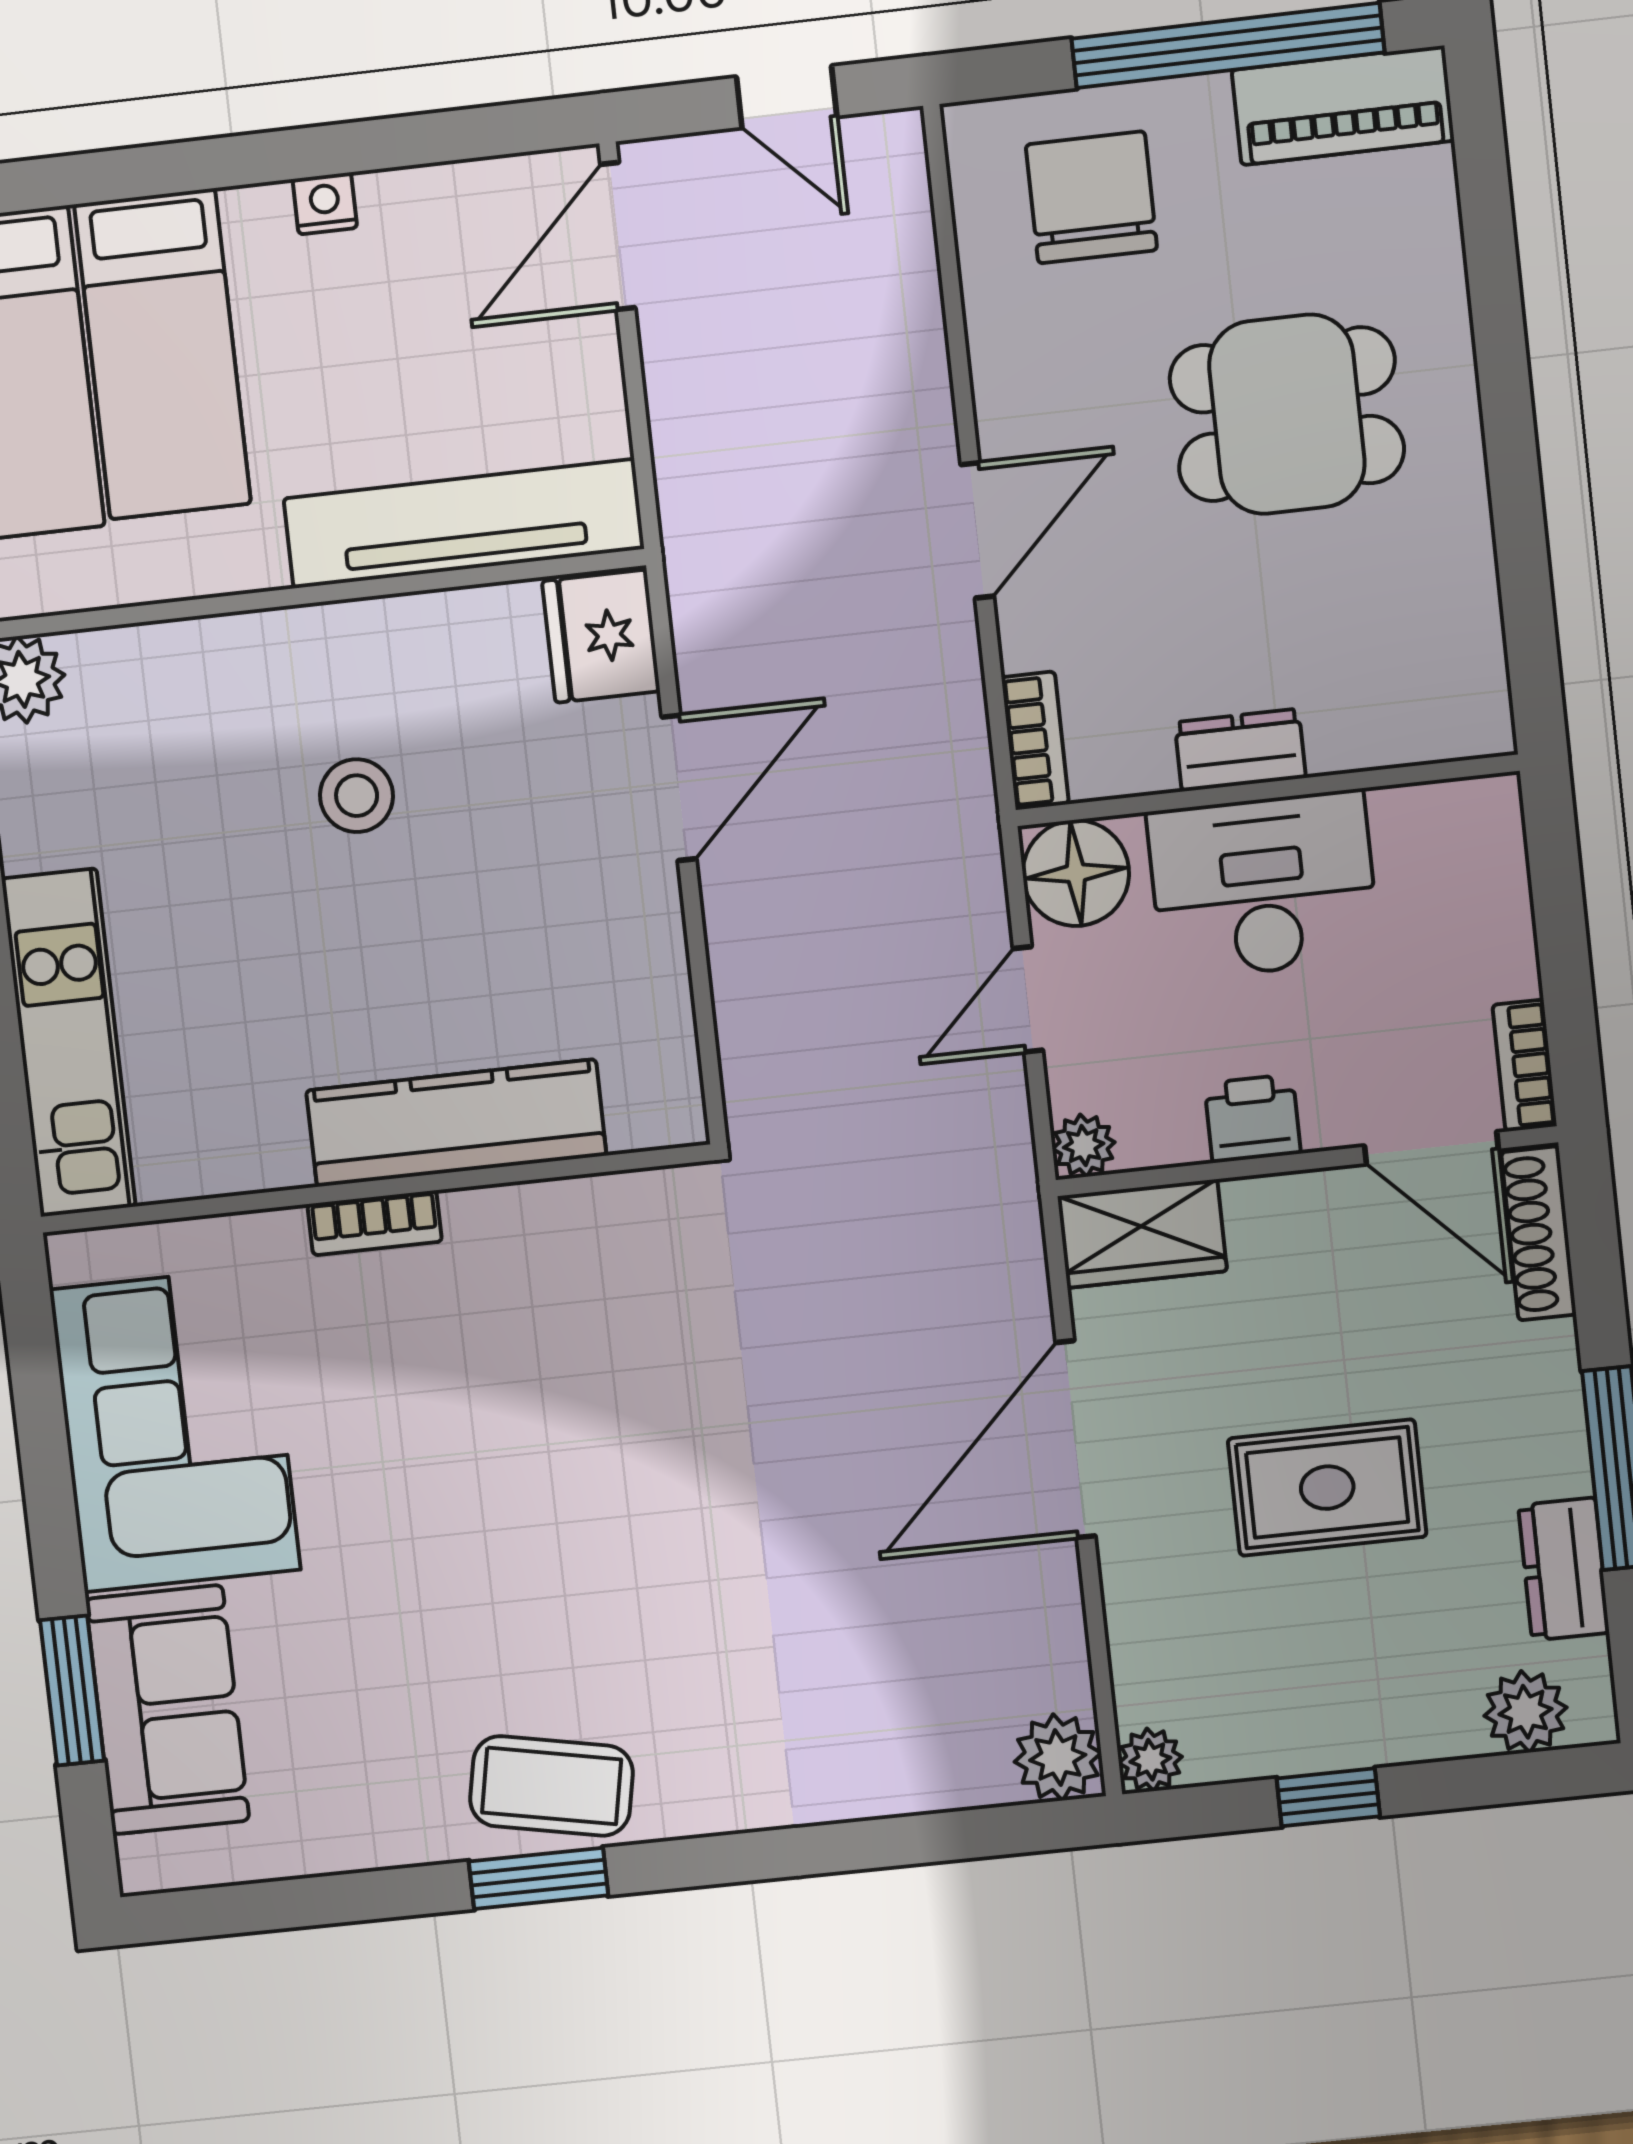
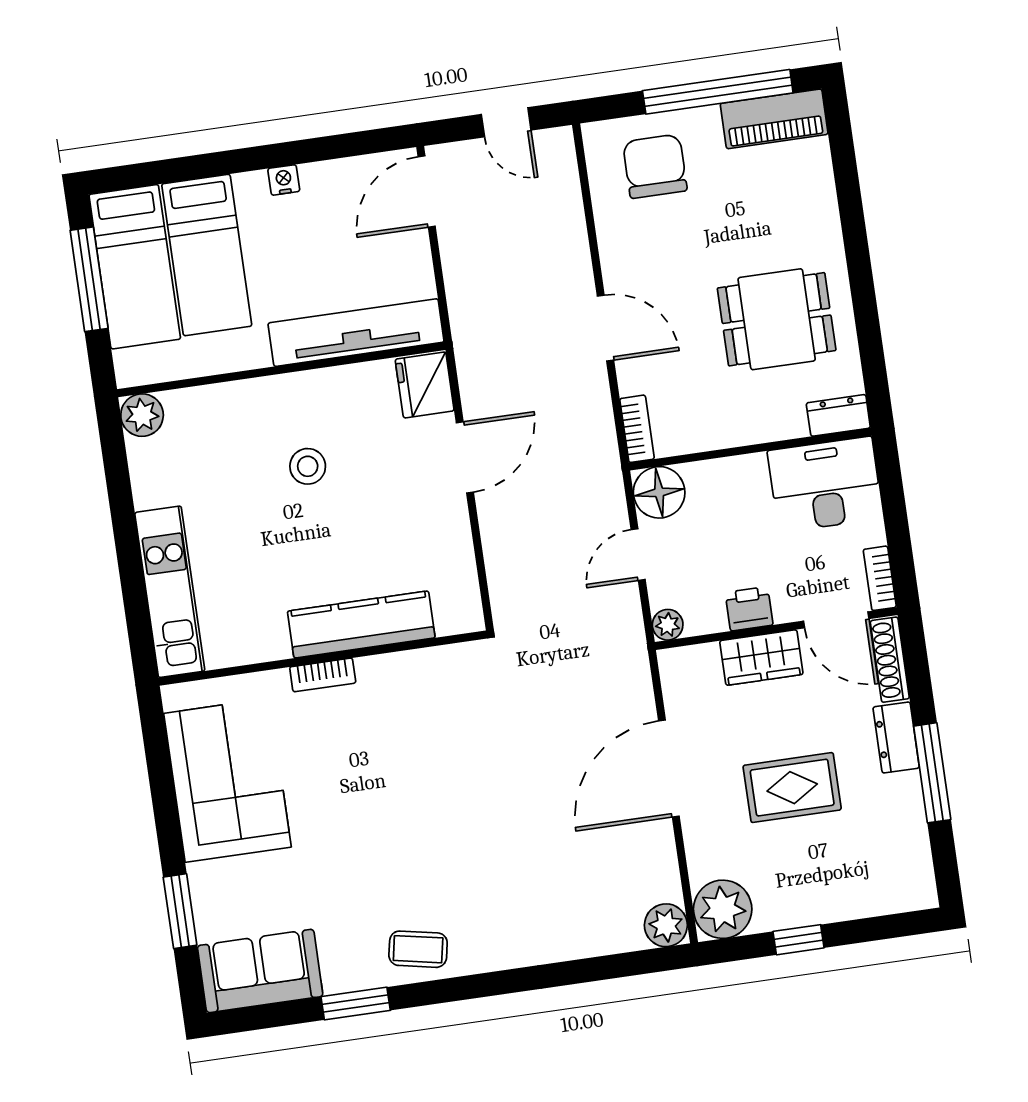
dining table: (1287, 414) -> (777, 319), moved
door: (977, 530) -> (605, 328), hinge flipped
dresser: (1240, 750) -> (838, 415), moved
desk: (1263, 885) -> (825, 484), moved
wardrobe: (1142, 1234) -> (761, 658), moved
dresser: (1564, 1569) -> (896, 737), moved
sofa: (167, 1710) -> (260, 971), moved, turned -90
plant: (1525, 1712) -> (893, 894), removed
plant: (1150, 1760) -> (723, 909), width x1.87, depth x1.87
coffee table: (552, 1786) -> (418, 949), width x0.73, depth x0.77
window: (538, 1878) -> (356, 1004), moved

